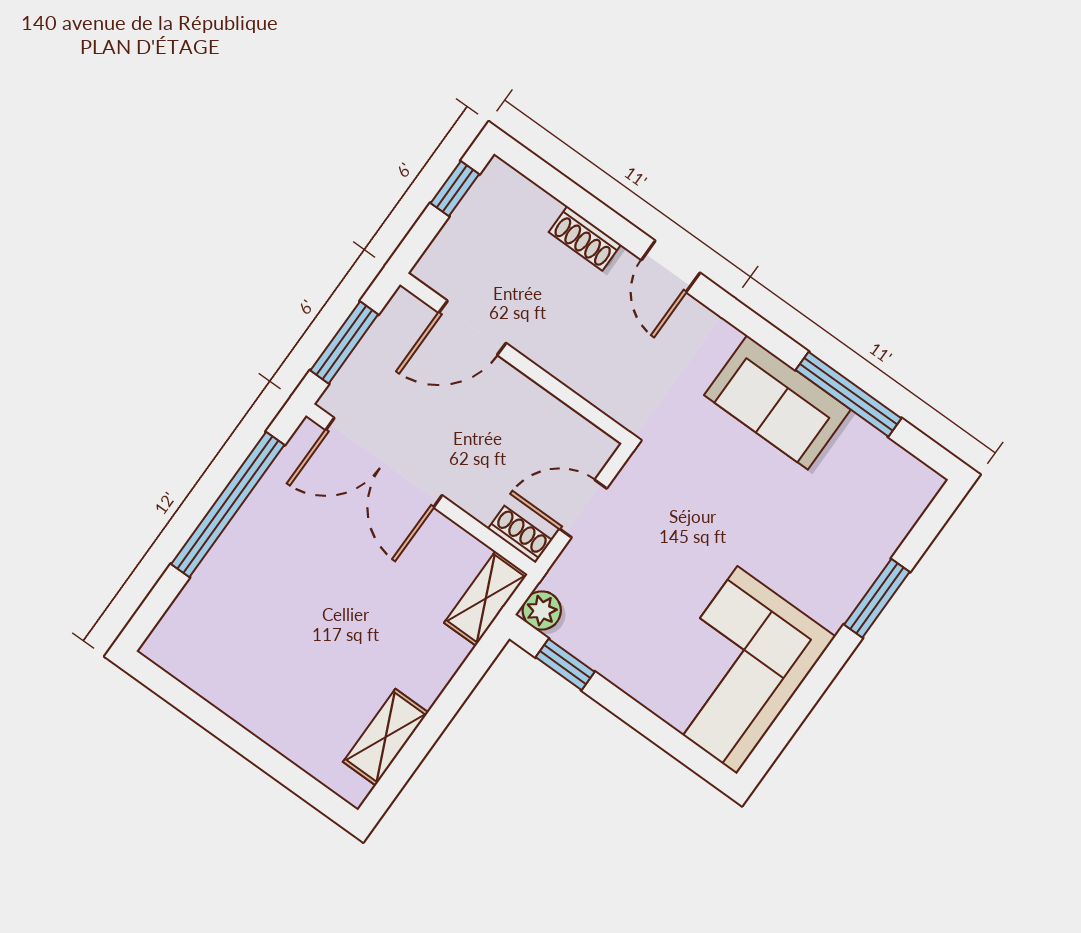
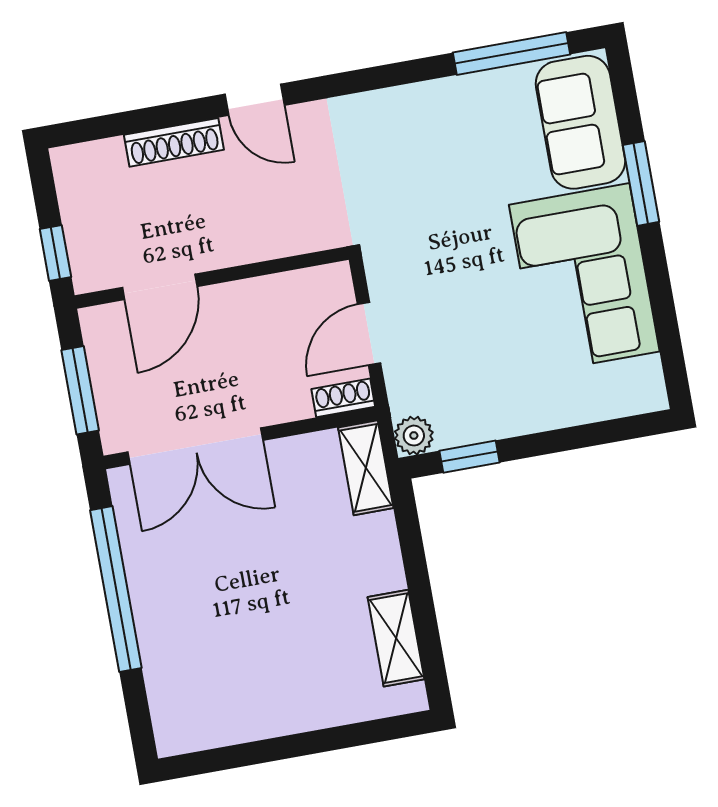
window: (455, 189) -> (55, 253), moved
shoe rack: (585, 238) -> (174, 142), width x1.43
window: (848, 394) -> (512, 53), moved
sofa: (777, 402) -> (580, 122), moved, turned 90
corner sofa: (737, 670) -> (584, 278), moved

